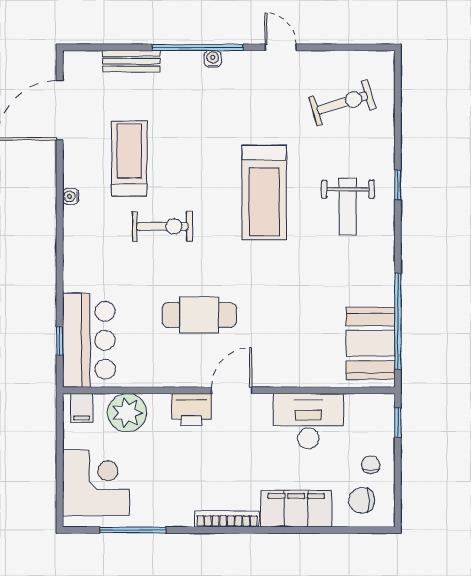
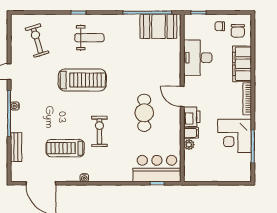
filing cabinet: (82, 408) -> (191, 133), moved
plant: (127, 413) -> (189, 145), width x0.53, depth x0.53
corner desk: (96, 483) -> (235, 136), moved, turned -90

